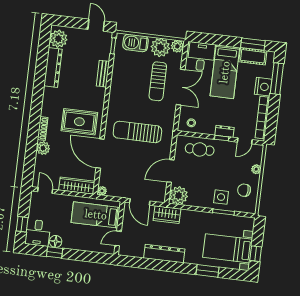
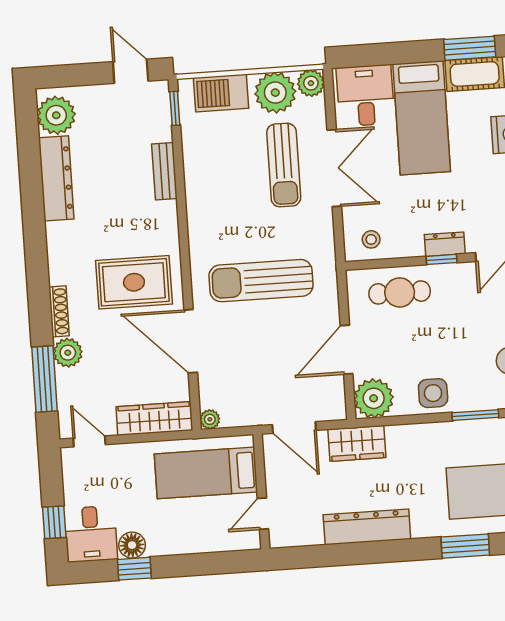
window: (30, 158) -> (44, 379), added
side table: (221, 197) -> (433, 393), moved

